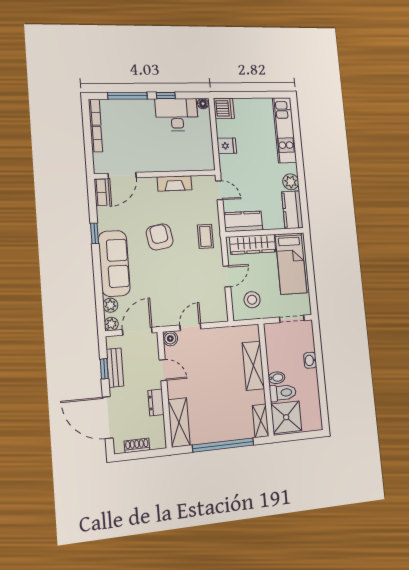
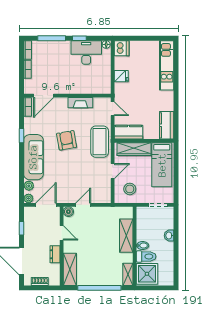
plant: (291, 182) -> (168, 104), removed
coffee table: (205, 236) -> (100, 142), width x1.86, depth x1.72
bench: (115, 368) -> (29, 228), removed

